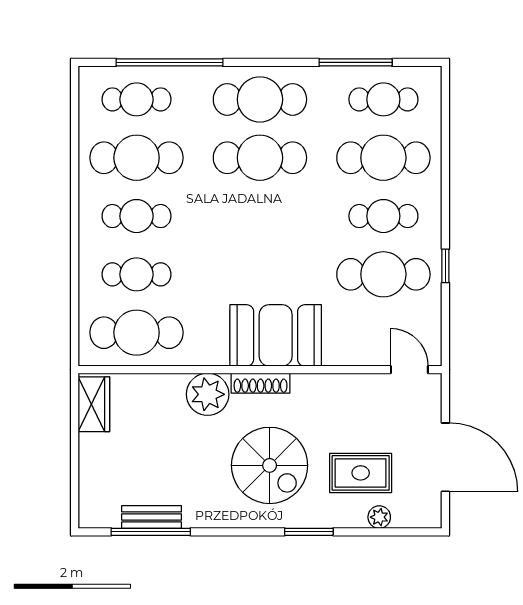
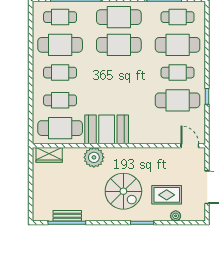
booth: (276, 335) -> (107, 129), moved
shoe rack: (261, 383) -> (119, 152), removed
wardrobe: (94, 404) -> (49, 155), moved, turned 90

